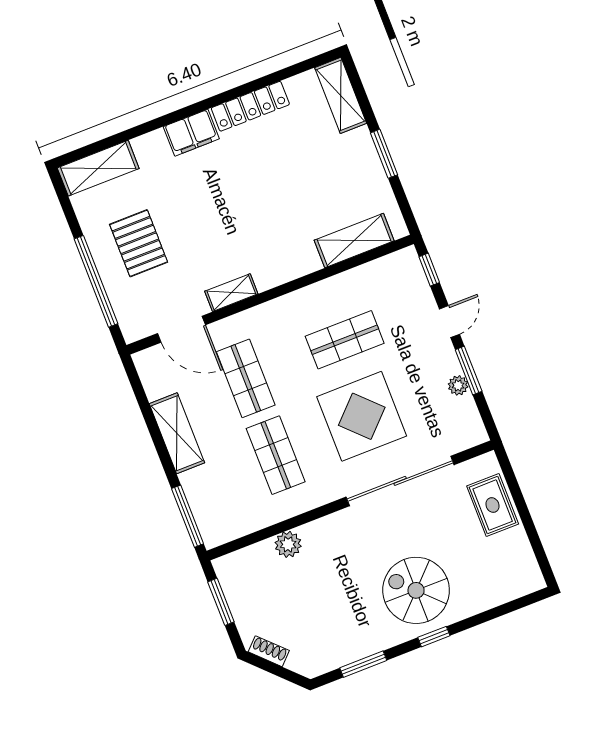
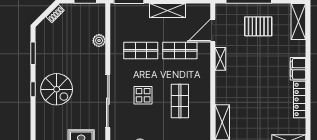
display table: (362, 416) -> (143, 95), width x0.54, depth x0.54
spiral stairs: (416, 590) -> (57, 89), turned 90

